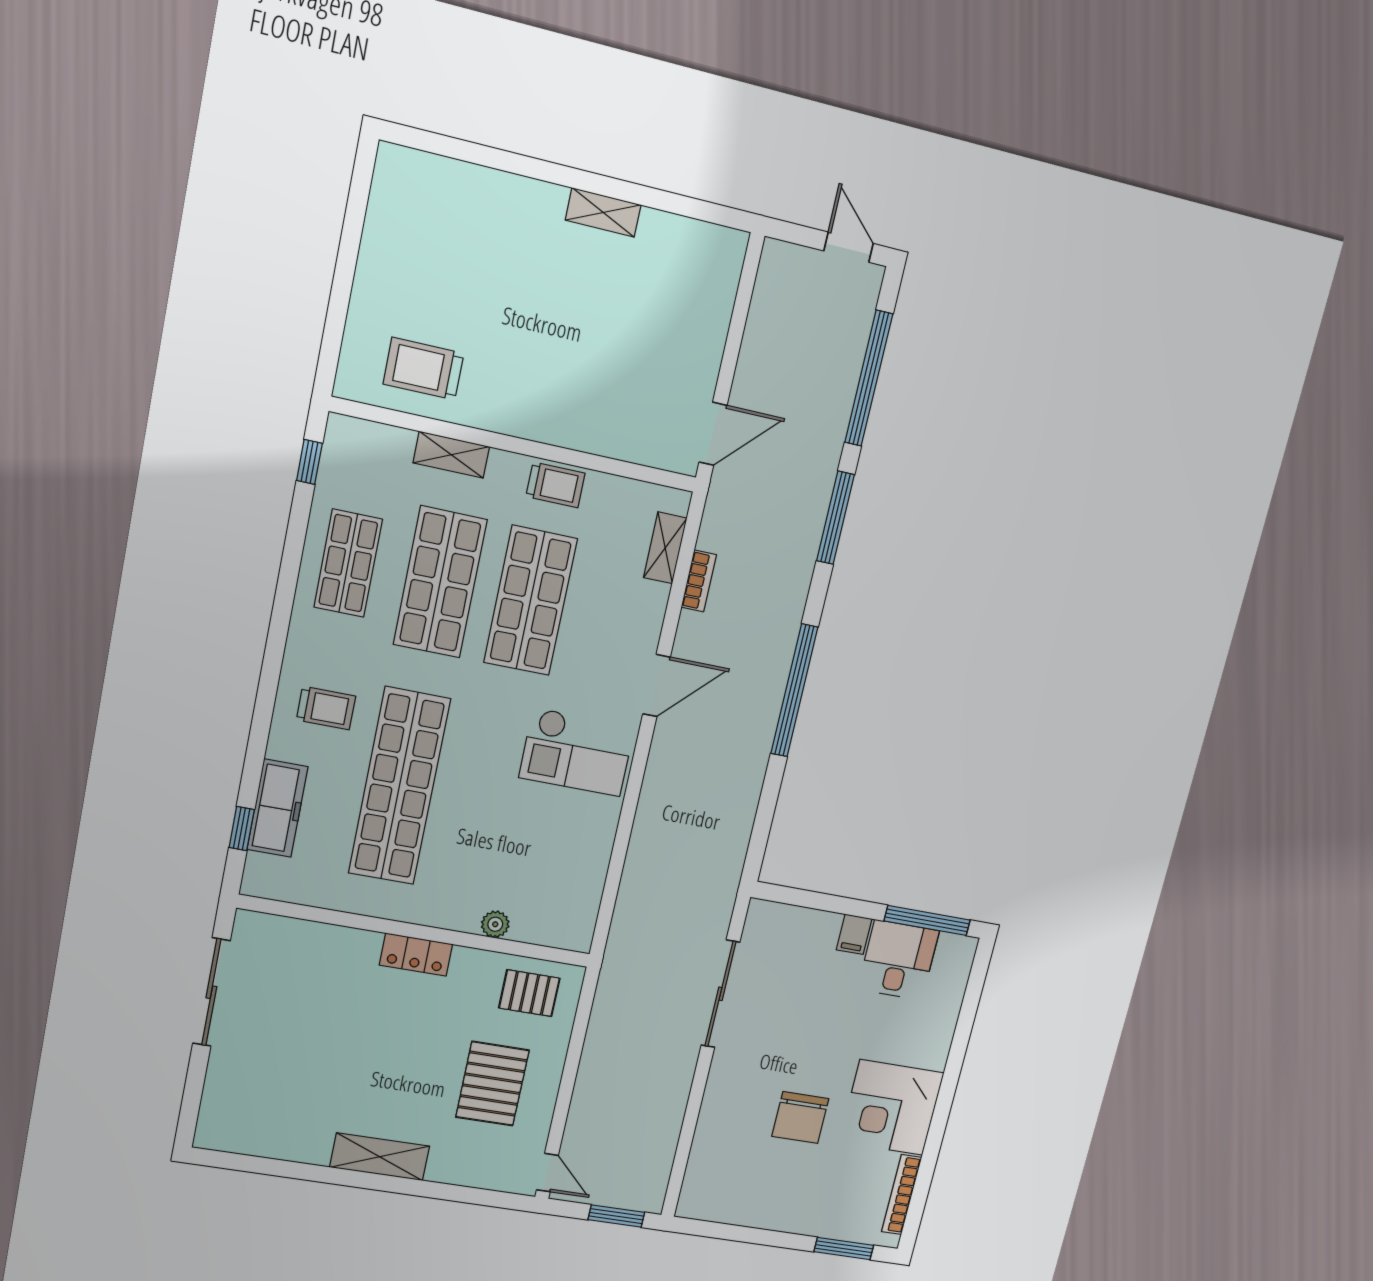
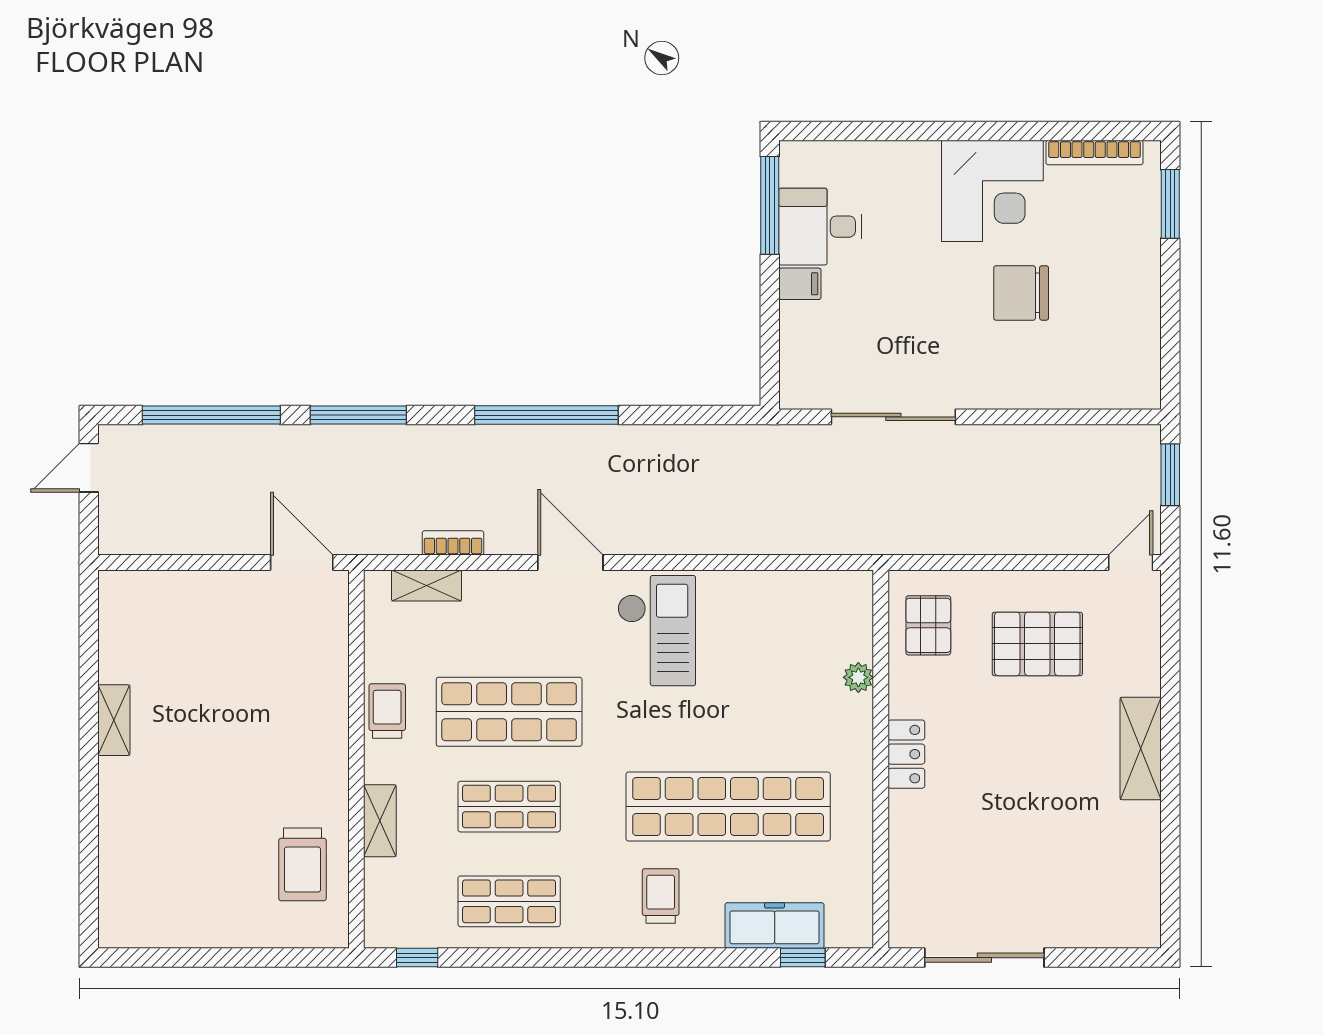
shop shelf: (440, 582) -> (509, 807), width x0.70, depth x0.74
chair: (800, 1118) -> (1021, 293), turned 180

